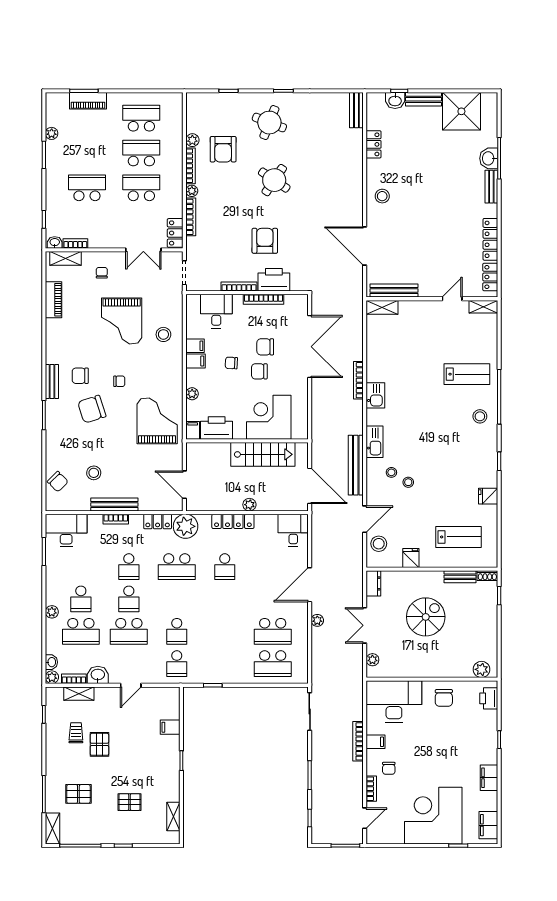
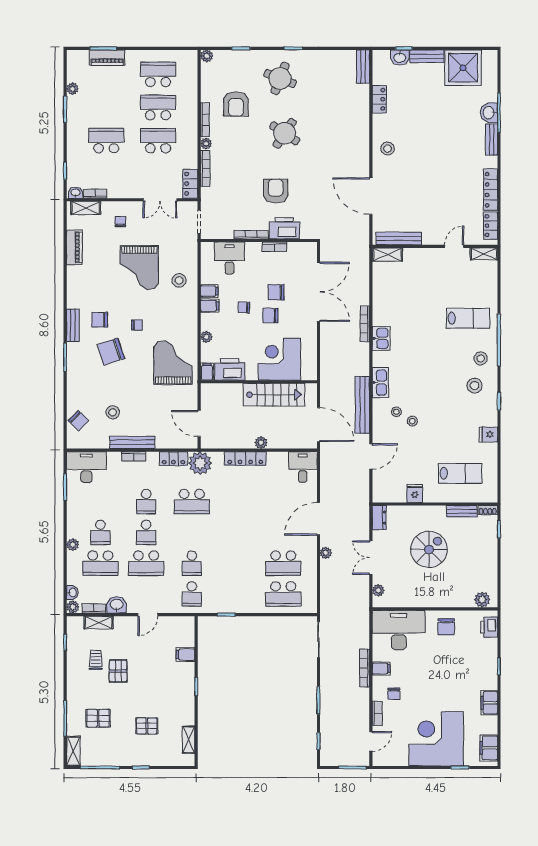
plant: (192, 140) -> (207, 56), moved
bookcase: (264, 299) -> (274, 247), width x0.64
stool: (379, 544) -> (475, 386), moved
school desk: (225, 567) -> (238, 502), removed

